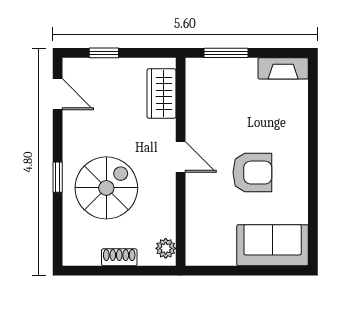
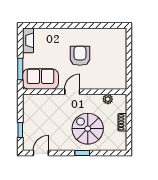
wardrobe: (161, 93) -> (41, 101), removed
sofa: (273, 245) -> (40, 79), moved, turned 90
plant: (166, 248) -> (108, 99), moved

